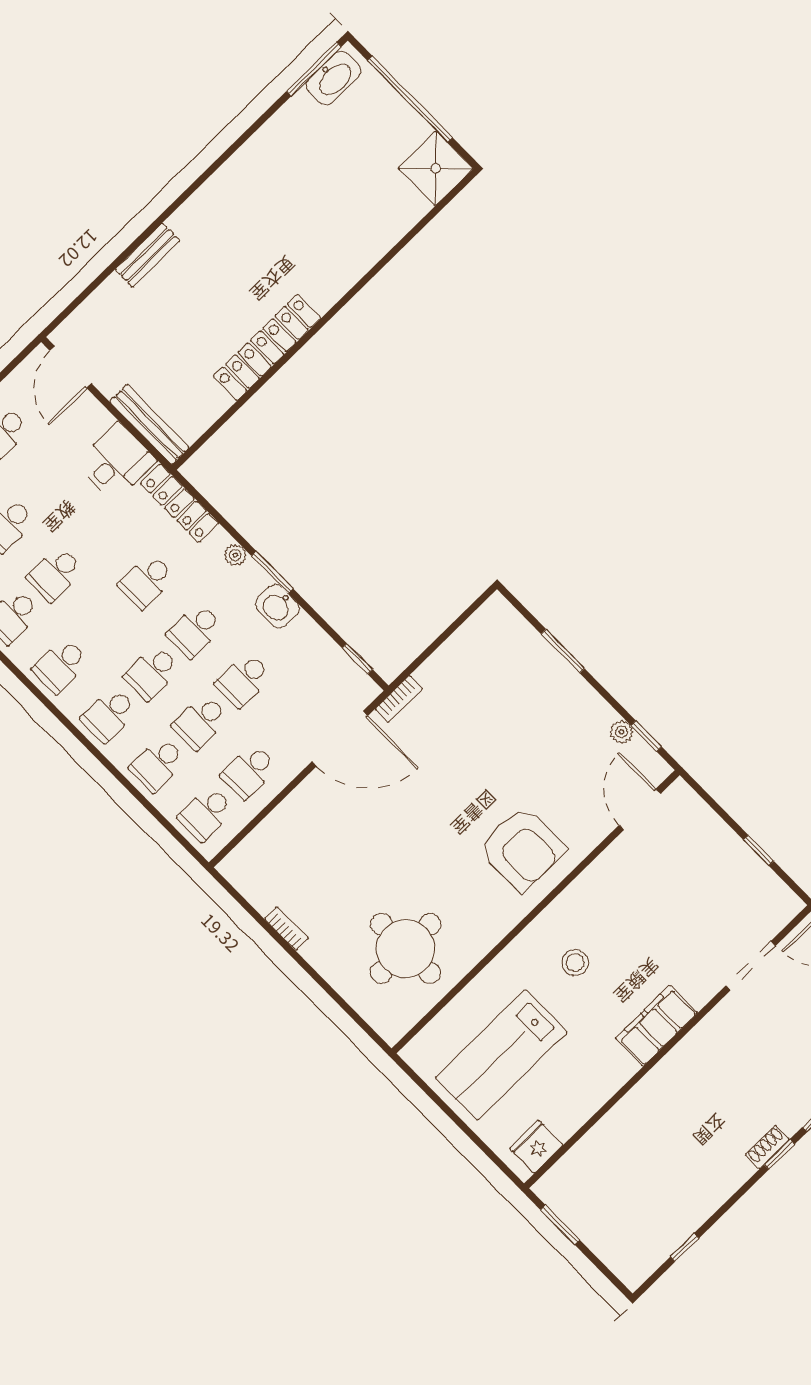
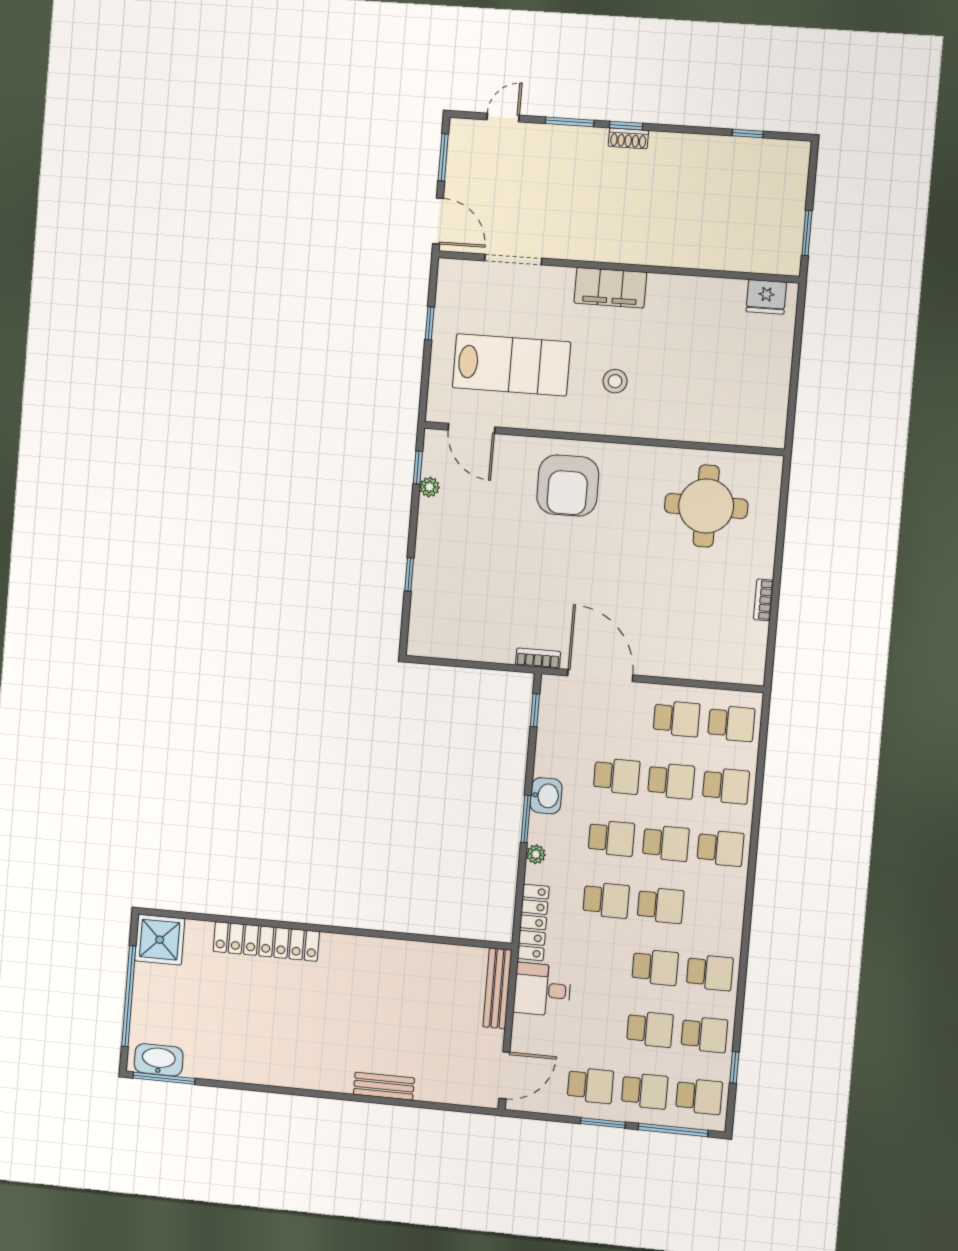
locker: (267, 347) -> (266, 941), moved
window: (563, 651) -> (409, 574), width x0.67
school desk: (61, 665) -> (660, 905), moved
door: (640, 809) -> (472, 428), hinge flipped
armchair: (522, 849) -> (568, 486), turned 180
lab bench: (501, 1055) -> (511, 365), moved

